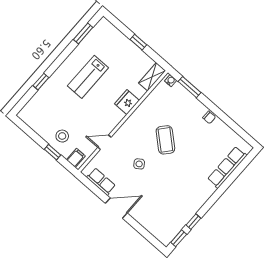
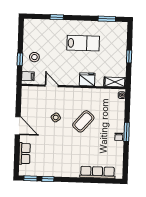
lab bench: (88, 77) -> (83, 43), turned 180
window: (189, 87) -> (127, 132), moved
row of seats: (101, 182) -> (25, 153), moved

